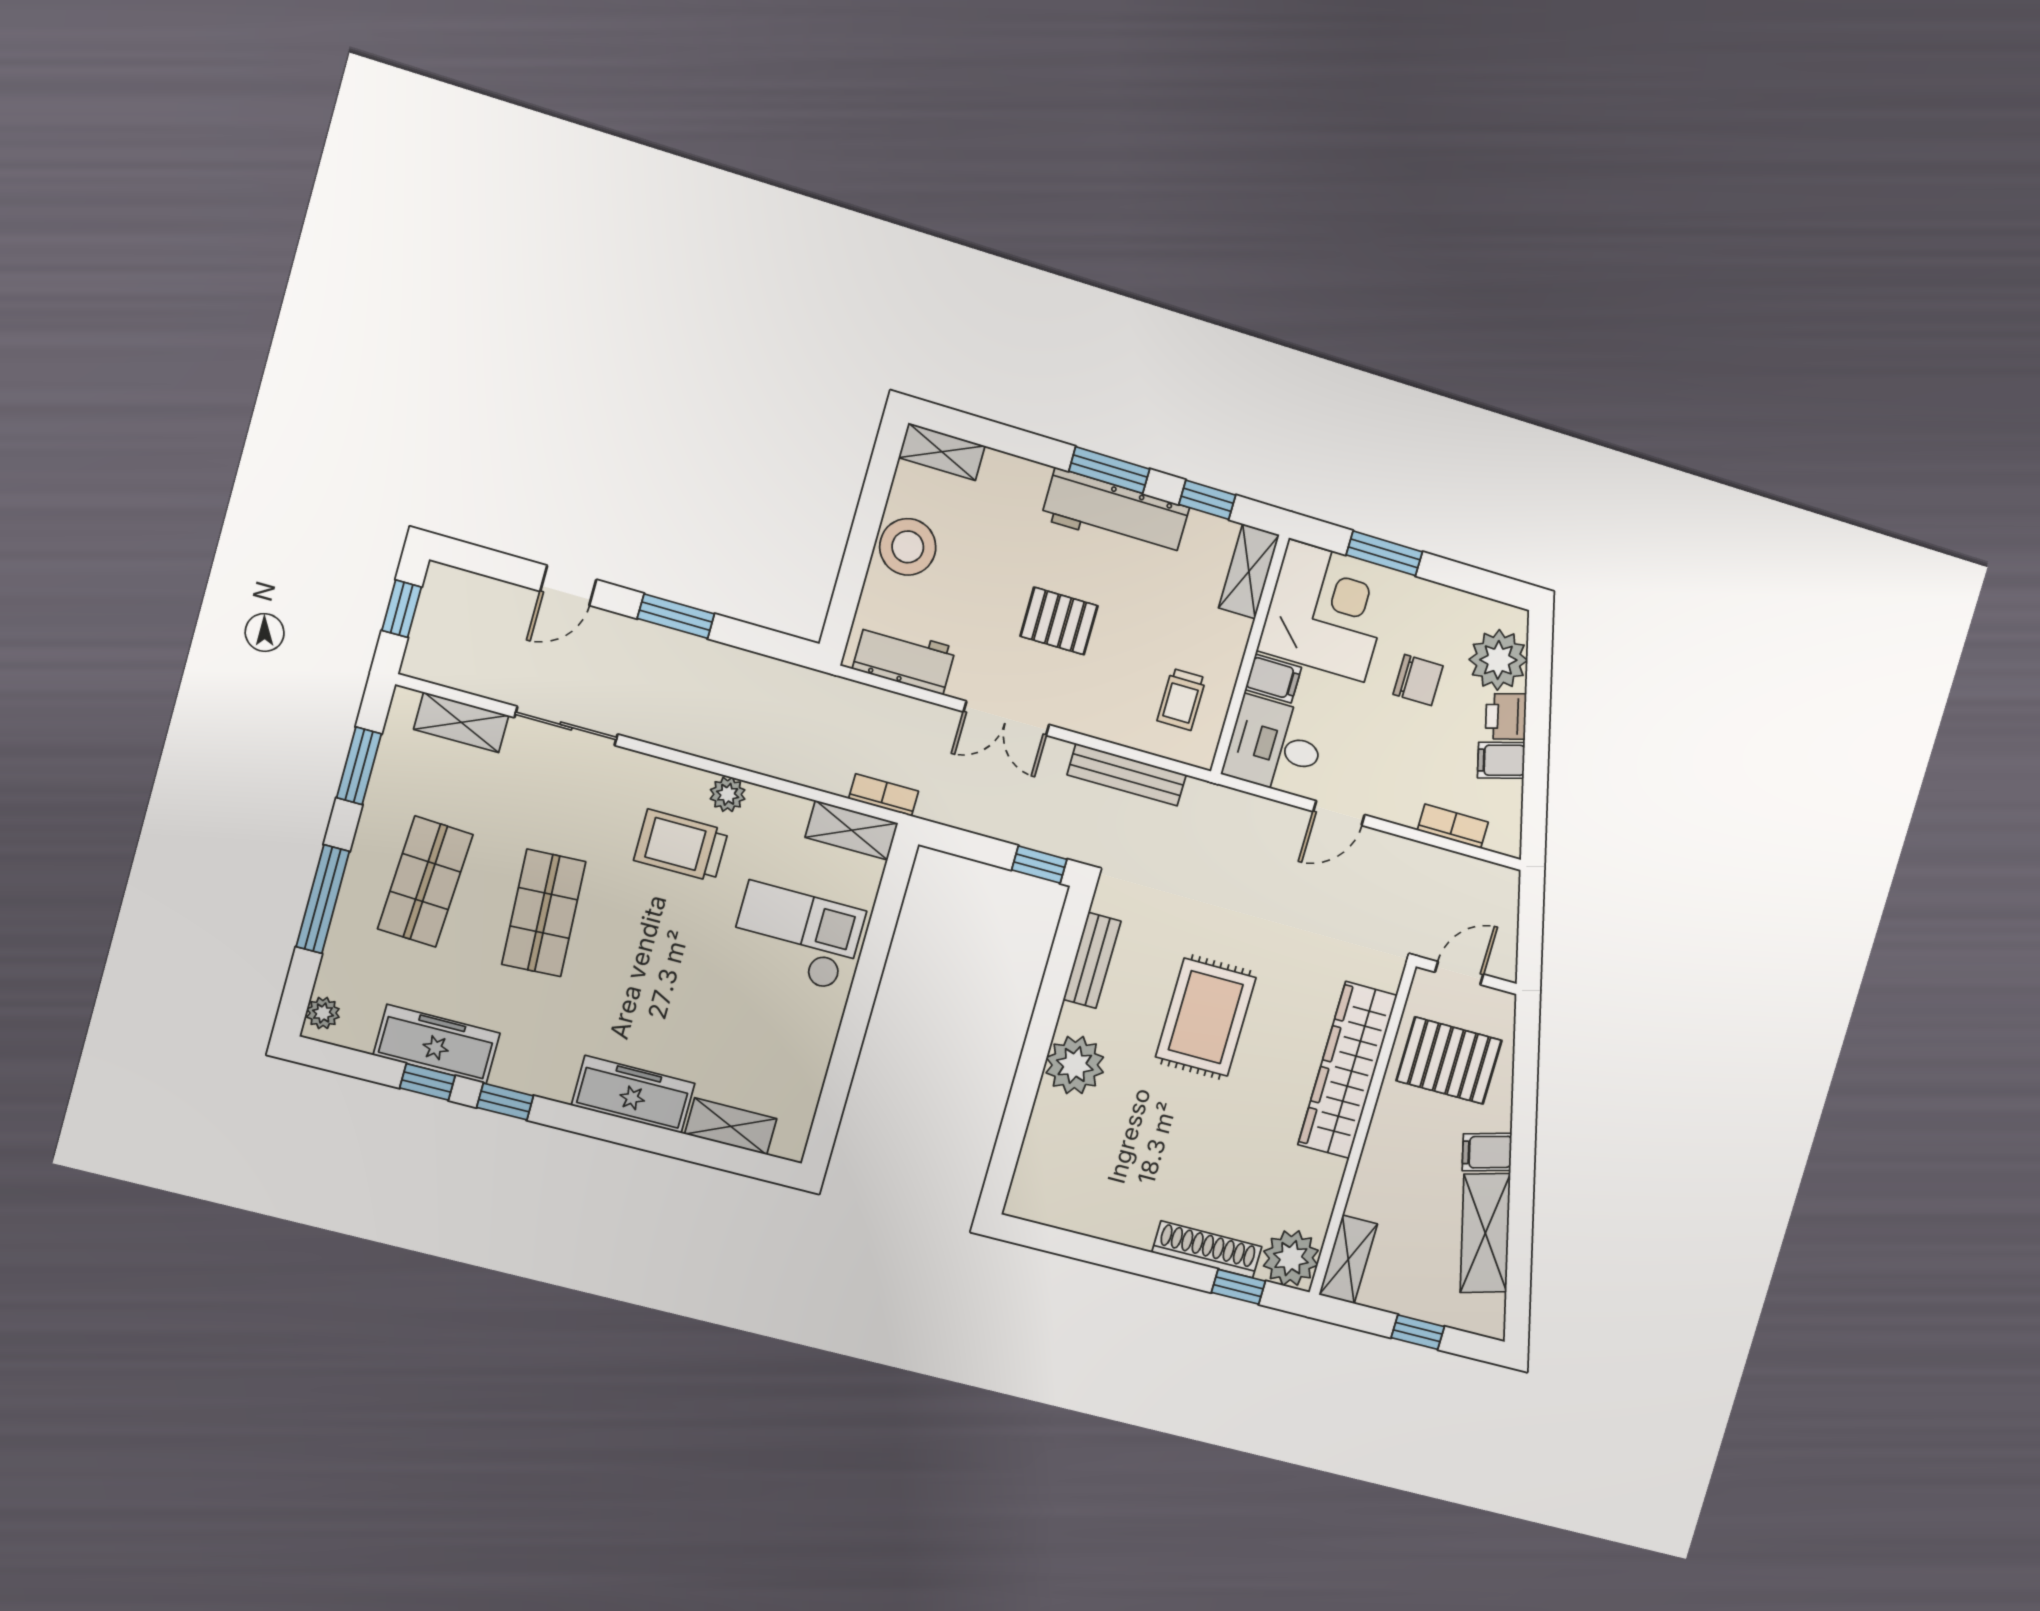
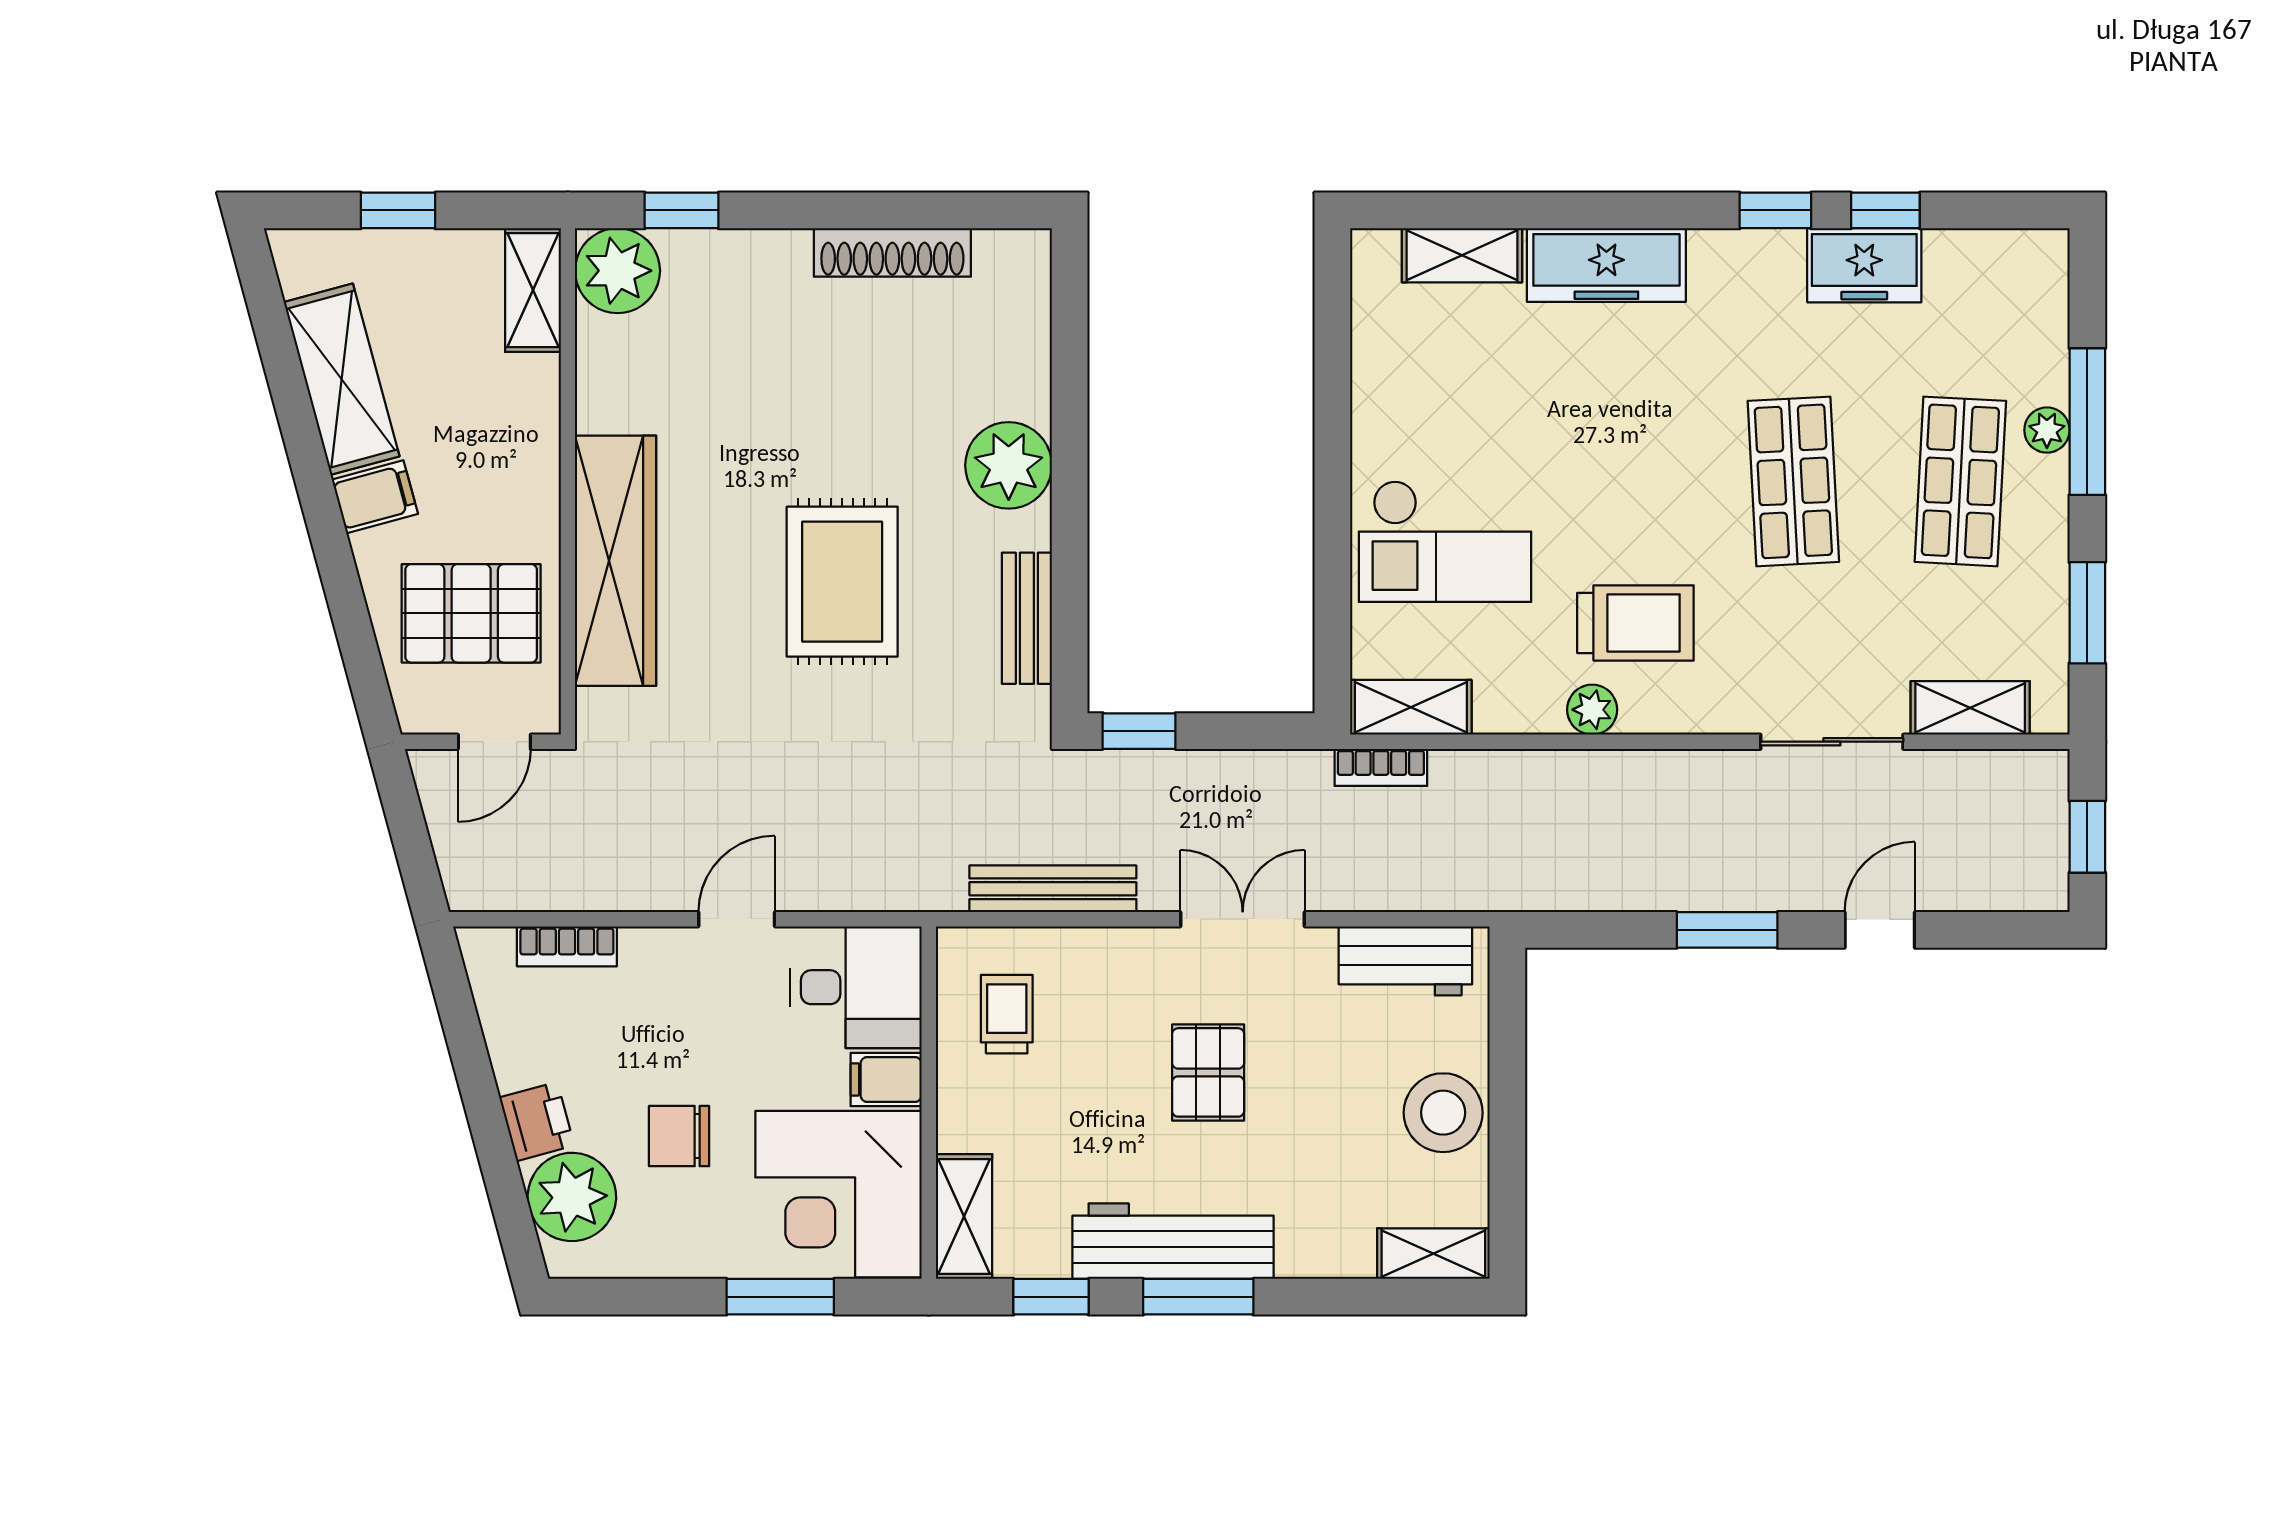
pallet: (1059, 621) -> (1208, 1072), turned 90
filing cabinet: (1501, 760) -> (525, 1058), removed
plant: (323, 1013) -> (2047, 430), moved
freezer: (437, 1044) -> (1864, 265), width x0.71
shoe rack: (1207, 1249) -> (892, 252), moved

